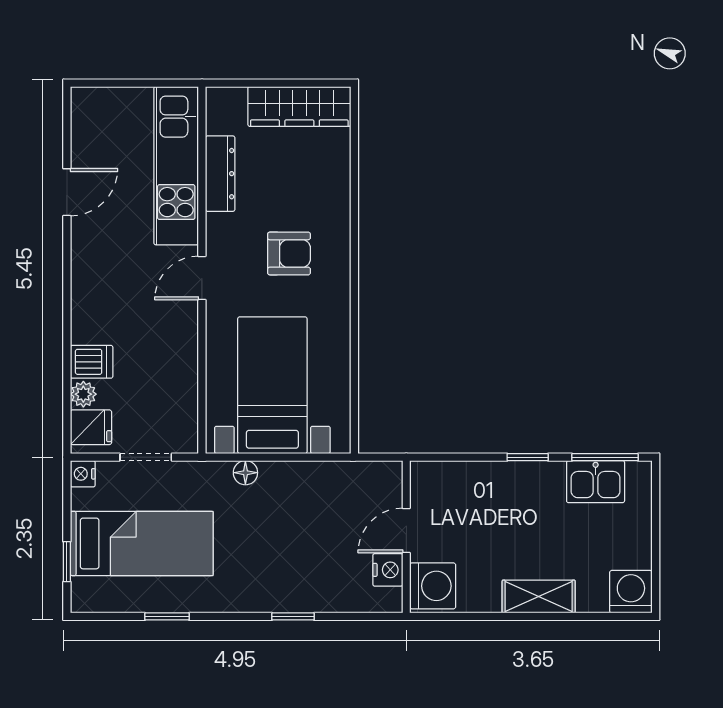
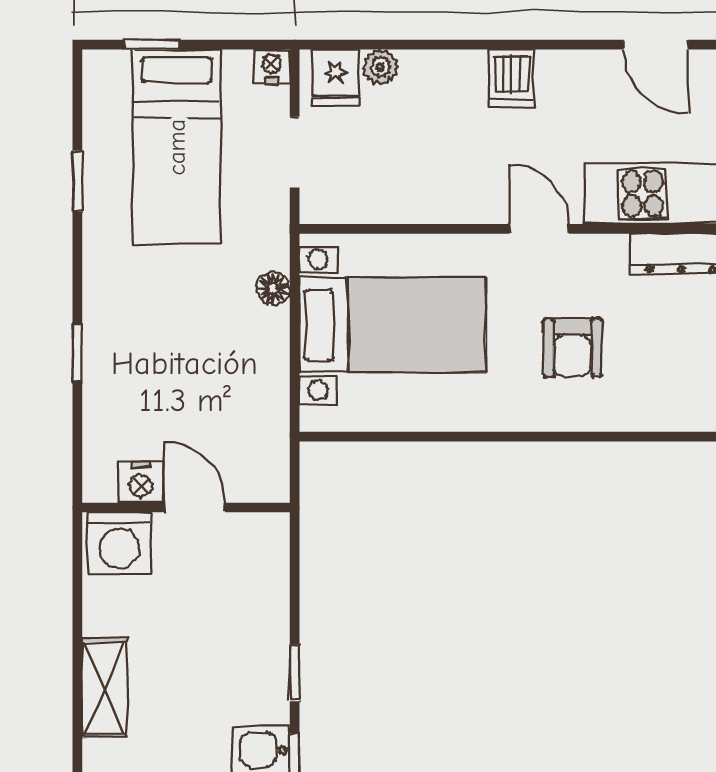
dishwasher: (92, 362) -> (511, 78), moved

